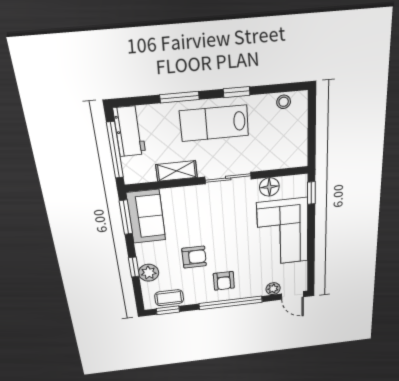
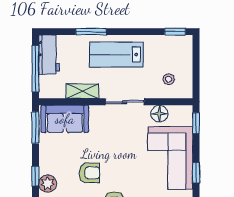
window: (237, 92) -> (175, 32), moved
stool: (284, 102) -> (169, 79), moved
sofa: (146, 217) -> (65, 119), moved, turned 90
window: (311, 244) -> (196, 173), added

